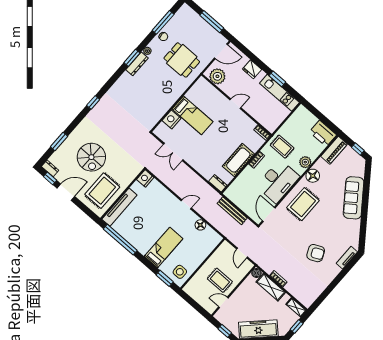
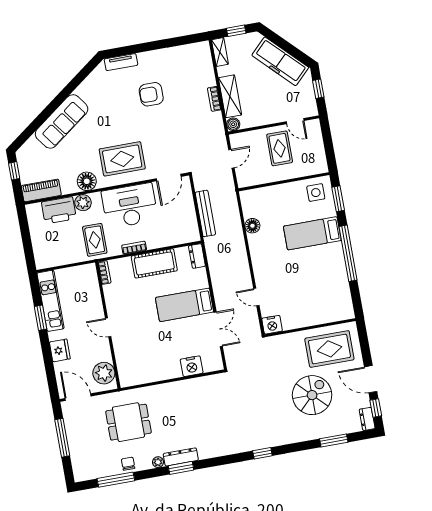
dining table: (182, 60) -> (128, 422), turned 90
bed: (193, 115) -> (185, 305), moved, turned -90
printer: (323, 133) -> (59, 210), moved, turned 90
door: (186, 204) -> (256, 297), moved
tv unit: (119, 207) -> (325, 316), removed
window: (120, 240) -> (348, 253), moved
armchair: (316, 253) -> (151, 94), turned -65

